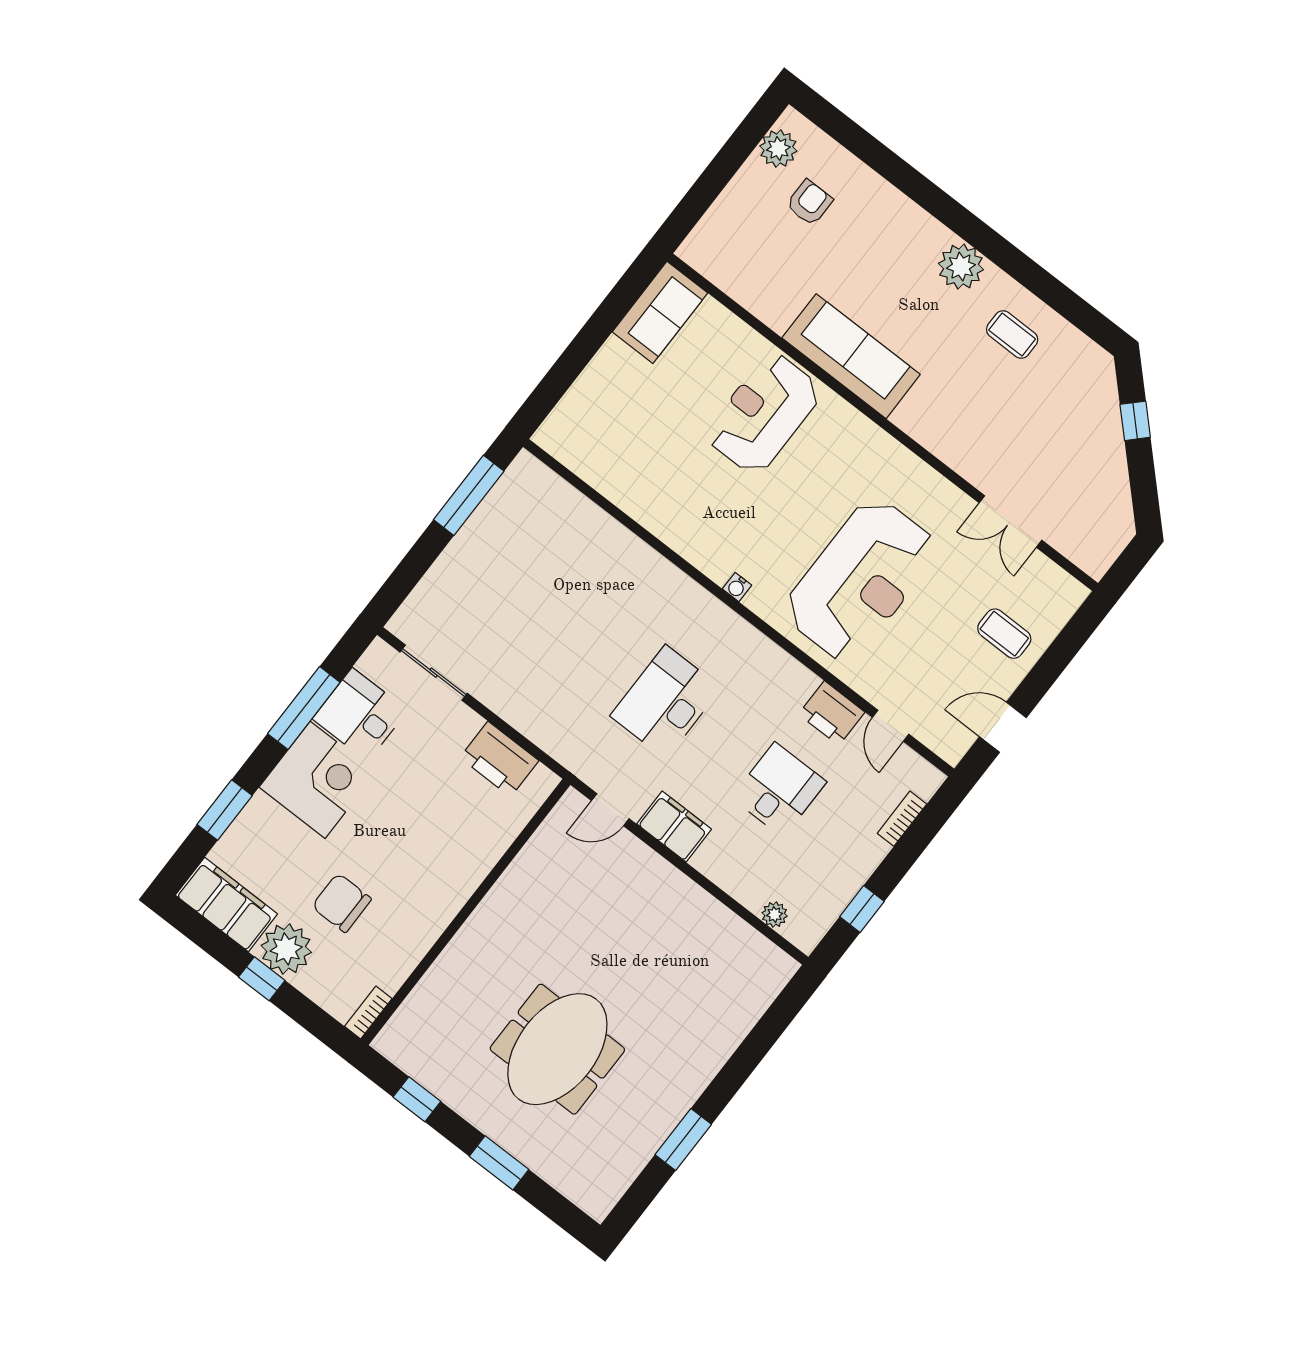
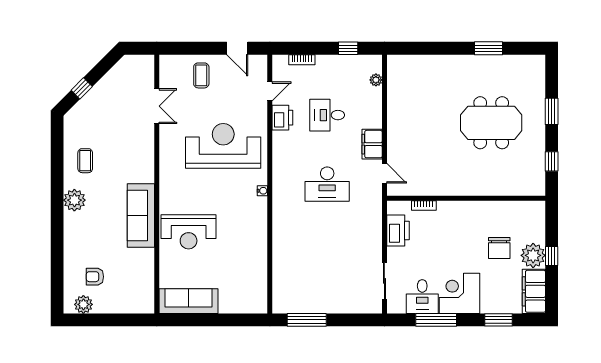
sofa: (660, 312) -> (189, 301), width x1.36
bookcase: (368, 1012) -> (424, 205), moved

